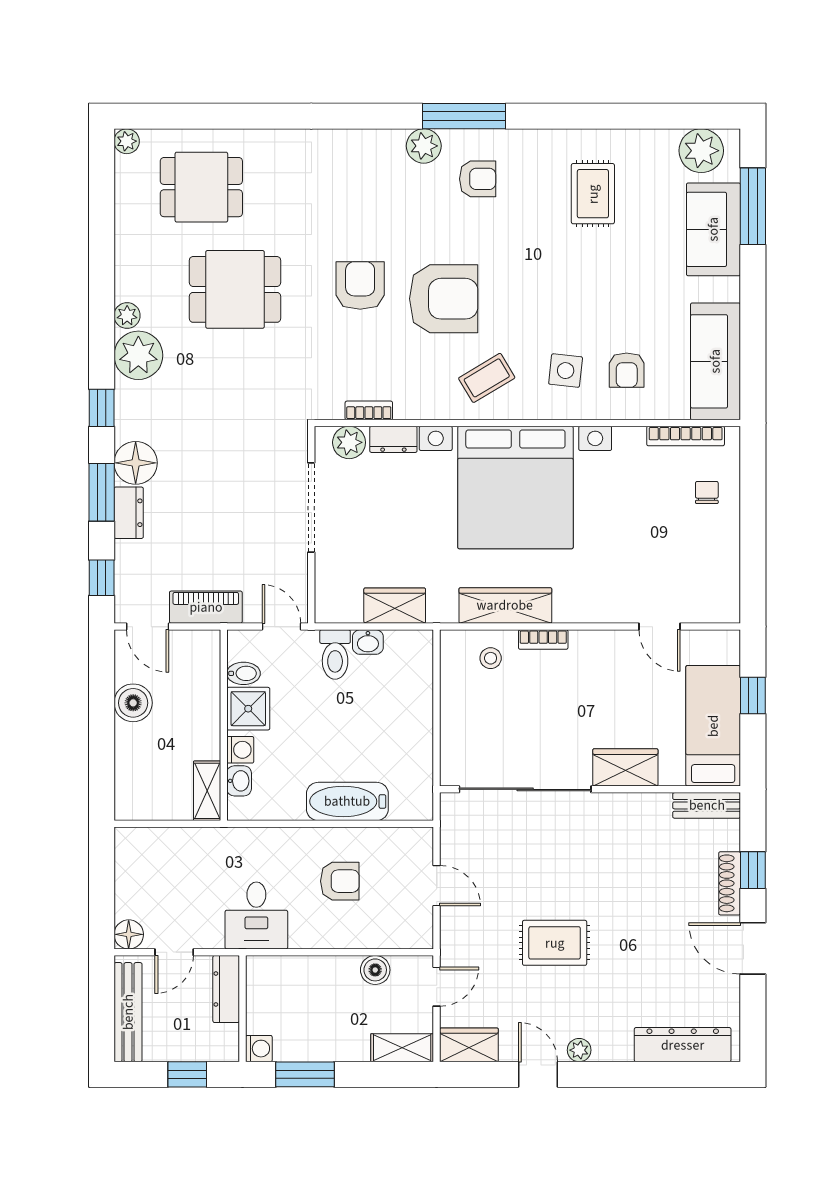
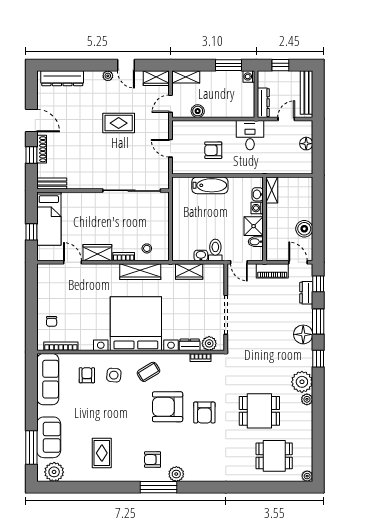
dresser: (129, 513) -> (306, 293), moved
wardrobe: (625, 767) -> (97, 253), moved, turned 180
floor lamp: (129, 934) -> (306, 144), moved

